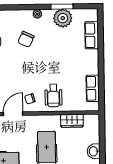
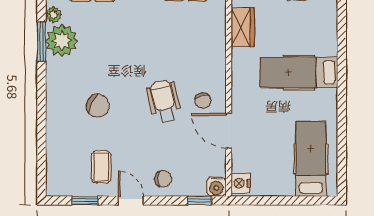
plant: (37, 14) -> (54, 15), moved
wheelchair: (53, 96) -> (164, 101), moved, turned -103

